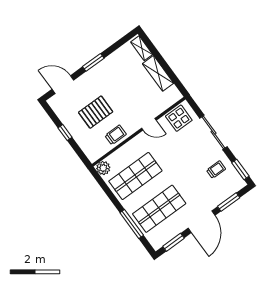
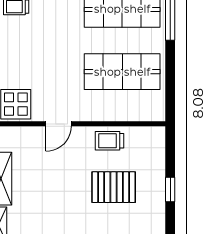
door: (149, 124) -> (58, 124), swing flipped
plant: (103, 168) -> (155, 111), removed

